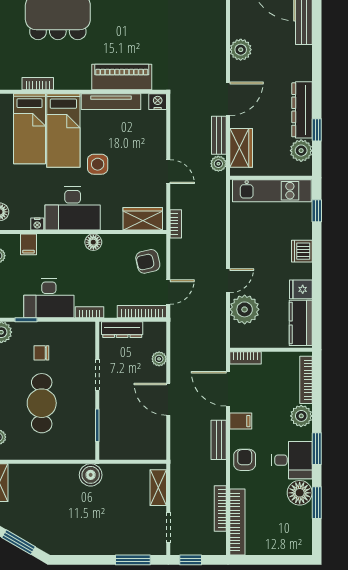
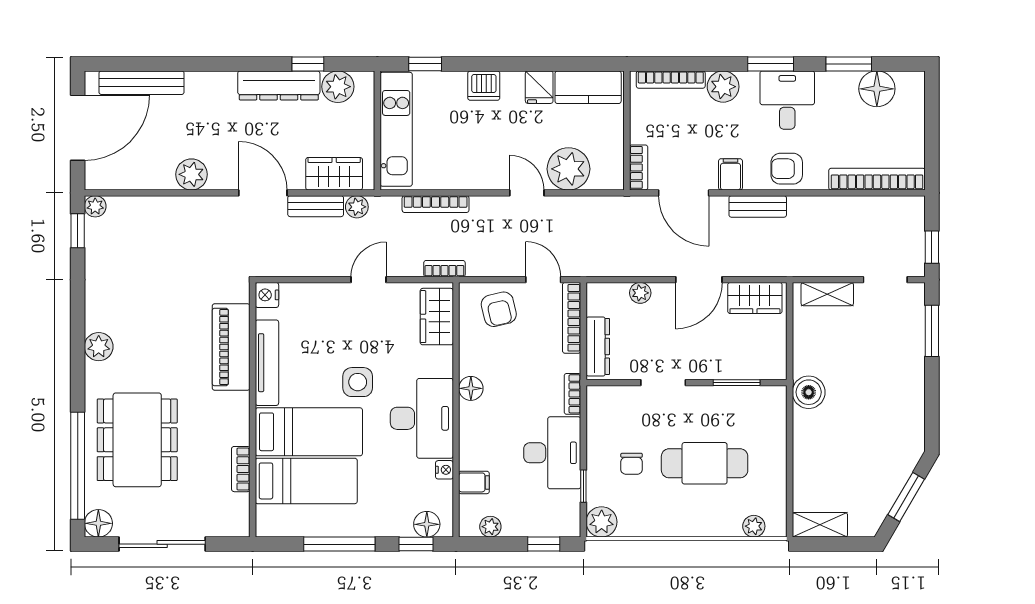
door: (228, 389) -> (684, 193), hinge flipped
wardrobe: (156, 438) -> (755, 298), added
floor lamp: (300, 493) -> (877, 89), moved
bookcase: (220, 509) -> (436, 204), moved

